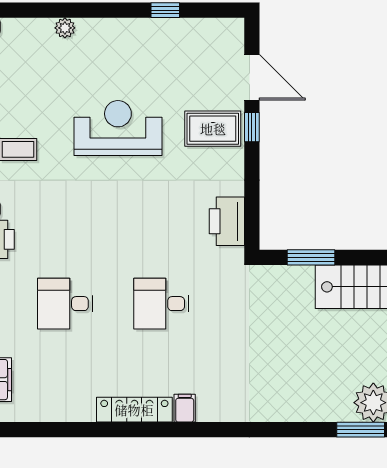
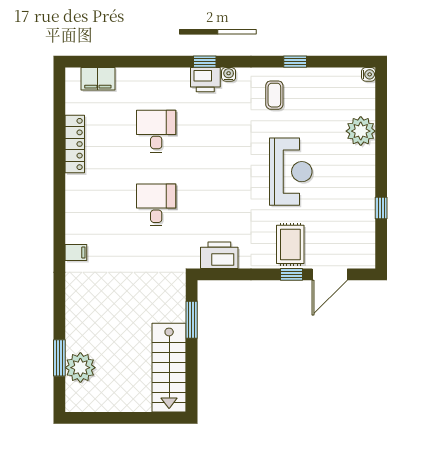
plant: (65, 28) -> (361, 131), width x1.87, depth x1.87
filing cabinet: (185, 408) -> (76, 252), moved
locker: (134, 410) -> (75, 144), moved

